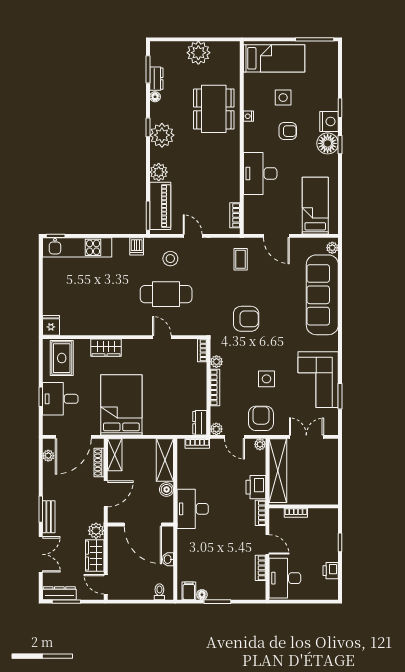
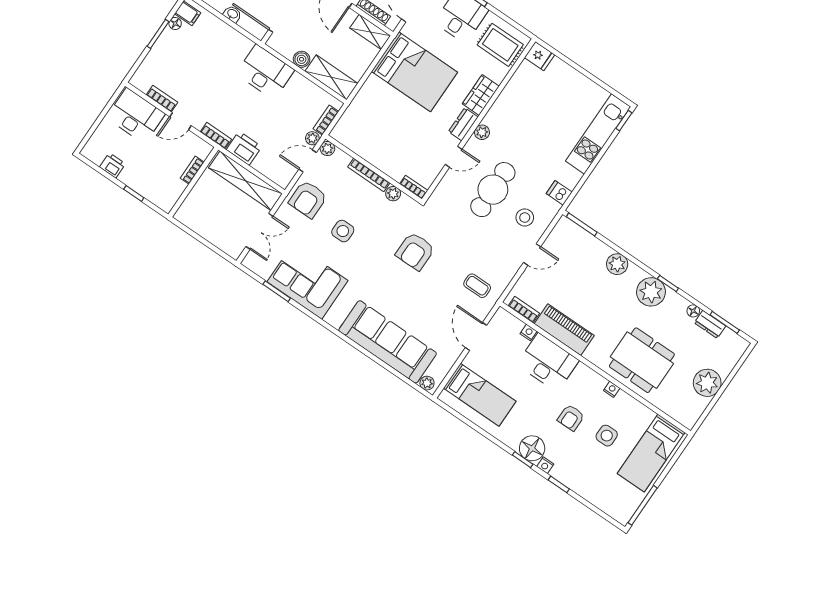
nightstand: (329, 121) -> (545, 465), width x0.53, depth x0.56
nightstand: (249, 201) -> (529, 332), added
piano: (160, 206) -> (564, 330), moved, turned 180
door: (276, 236) -> (476, 336), hinge flipped
plant: (131, 329) -> (482, 132), added
armchair: (261, 418) -> (308, 199), turned 90
dresser: (200, 423) -> (463, 124), moved, turned -90
plant: (260, 444) -> (312, 138), moved

